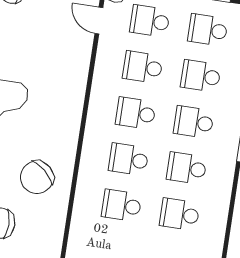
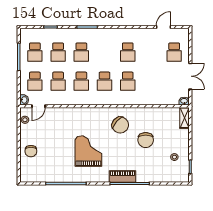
school desk: (187, 168) -> (105, 52), removed

